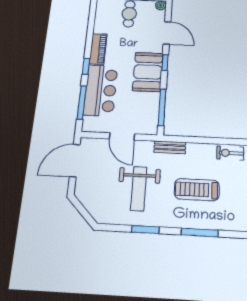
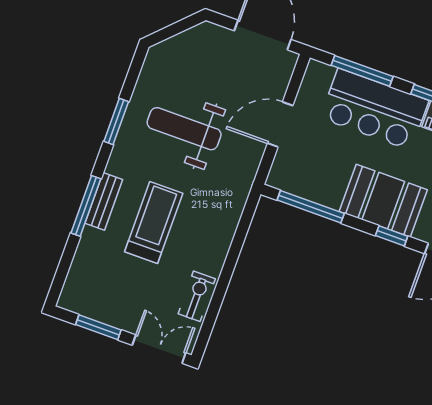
bench: (170, 147) -> (104, 201), moved

